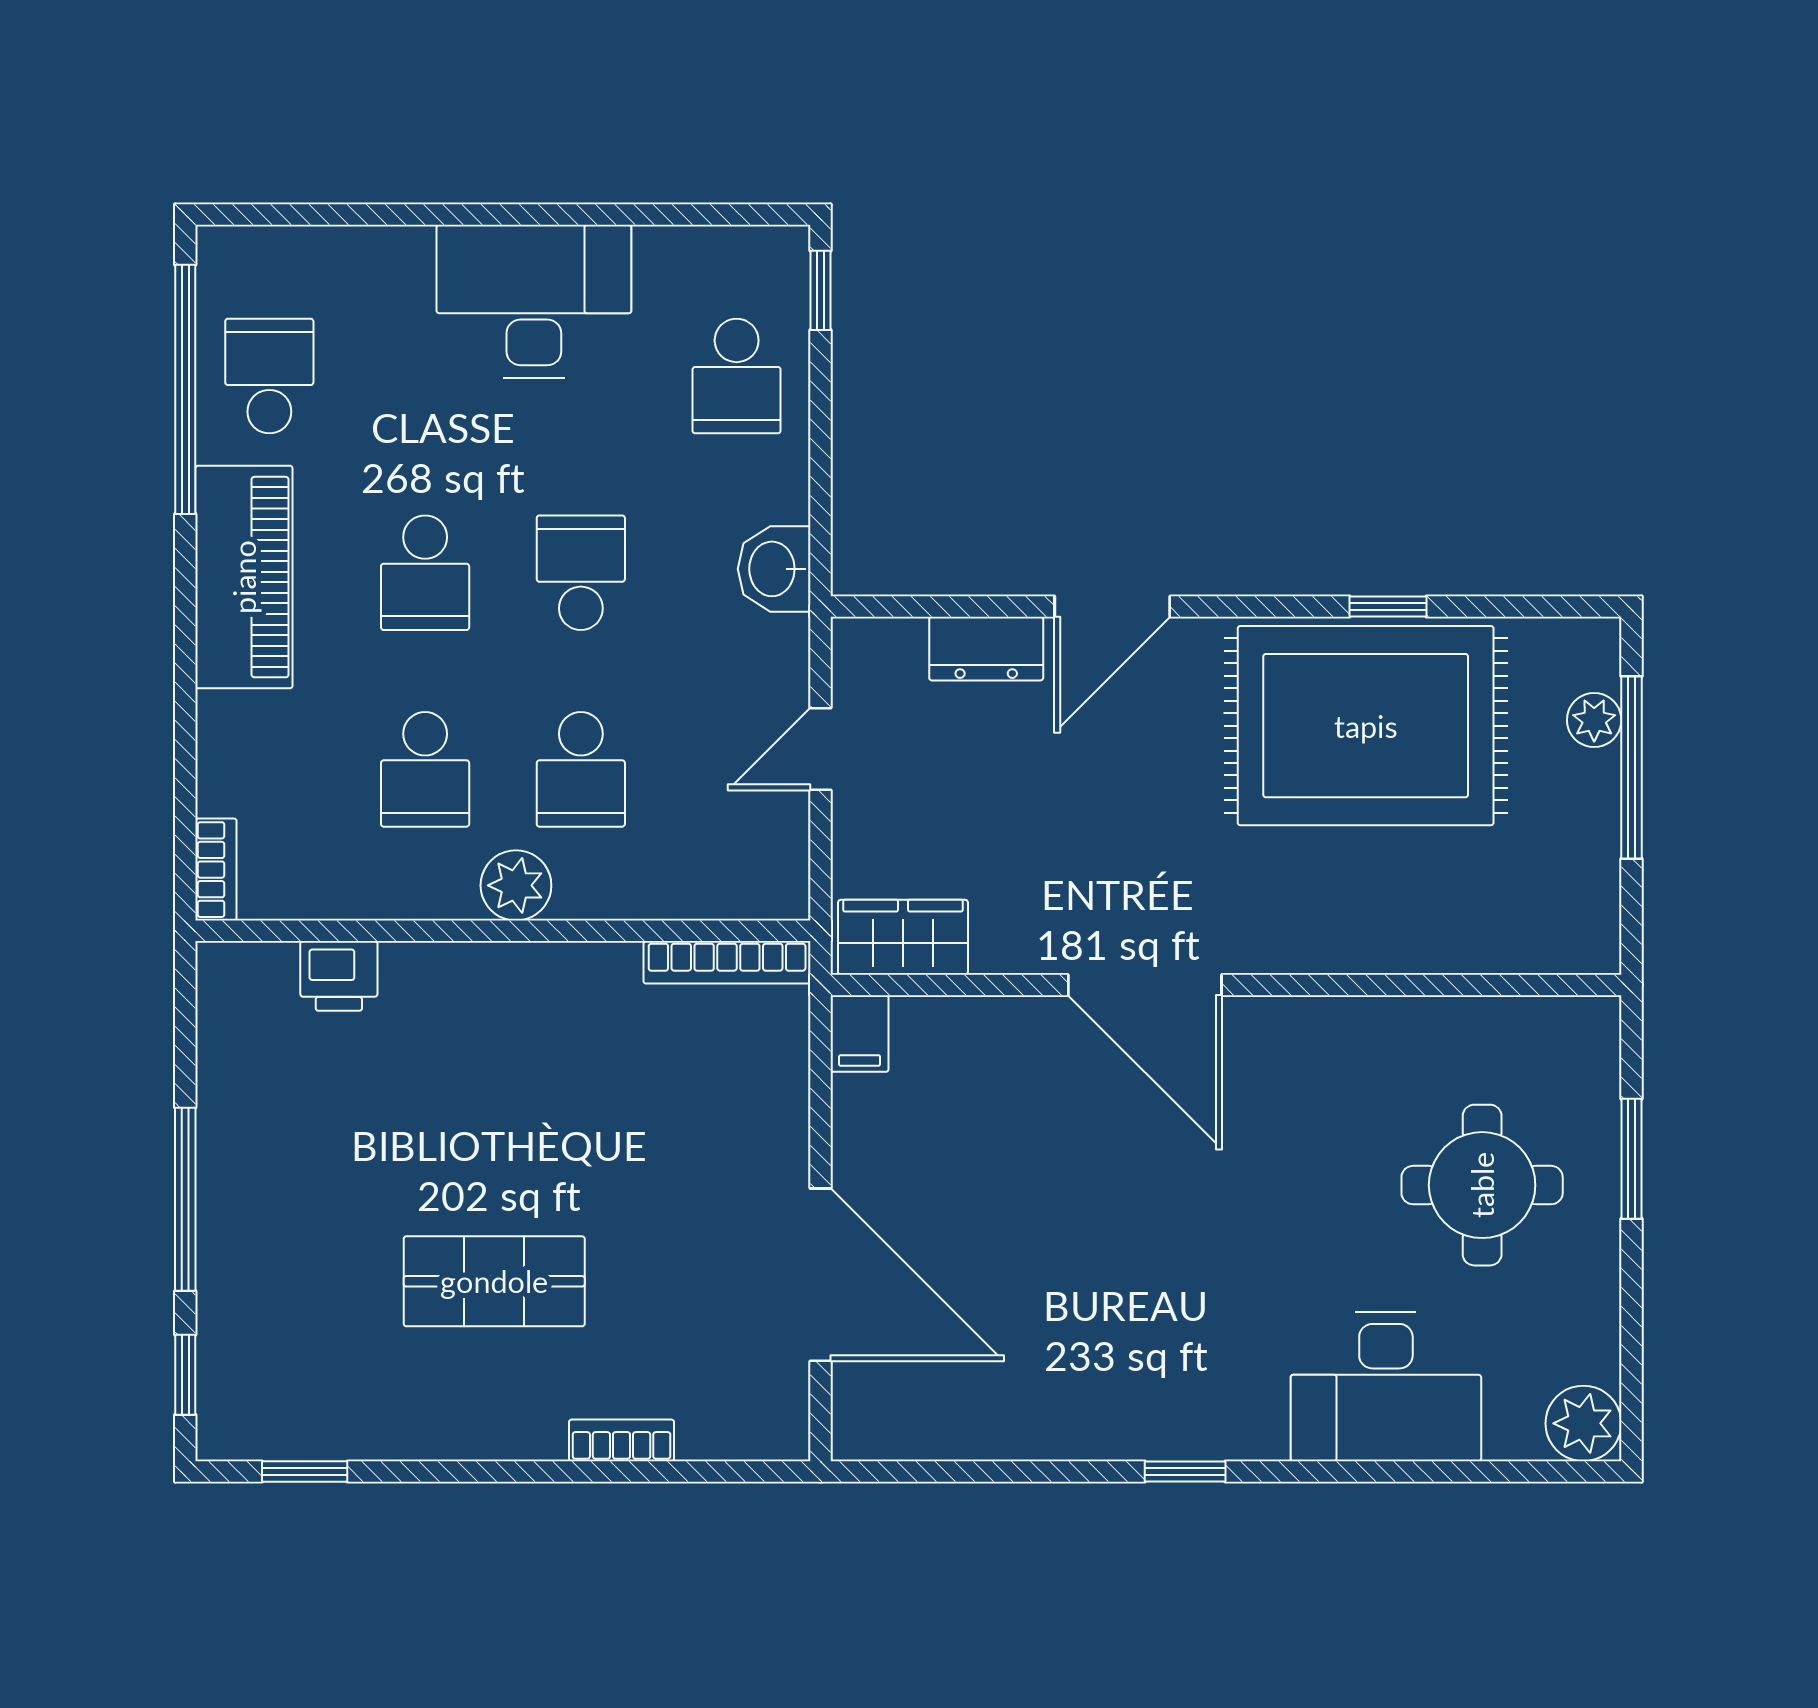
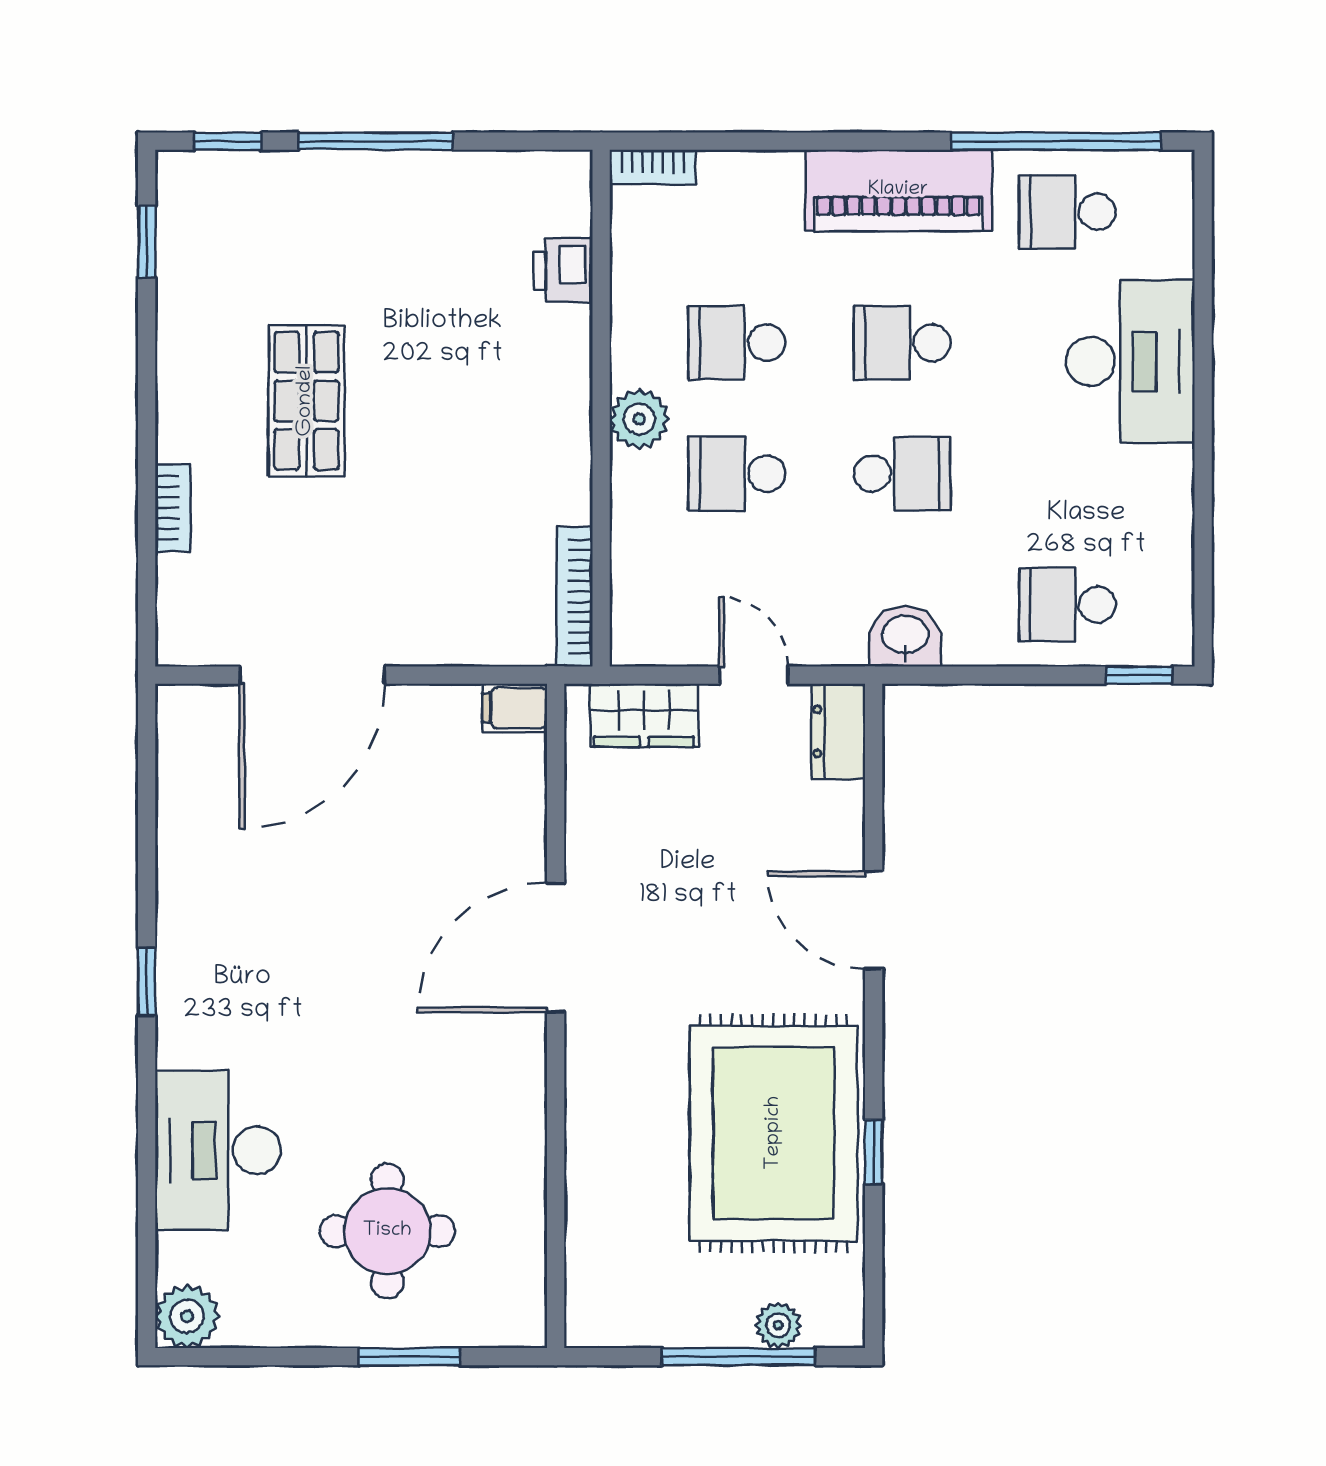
desk: (534, 301) -> (1130, 361), moved
school desk: (269, 376) -> (1067, 212), turned 180
dresser: (986, 649) -> (838, 731), moved
wardrobe: (903, 937) -> (644, 715), moved, turned 90

